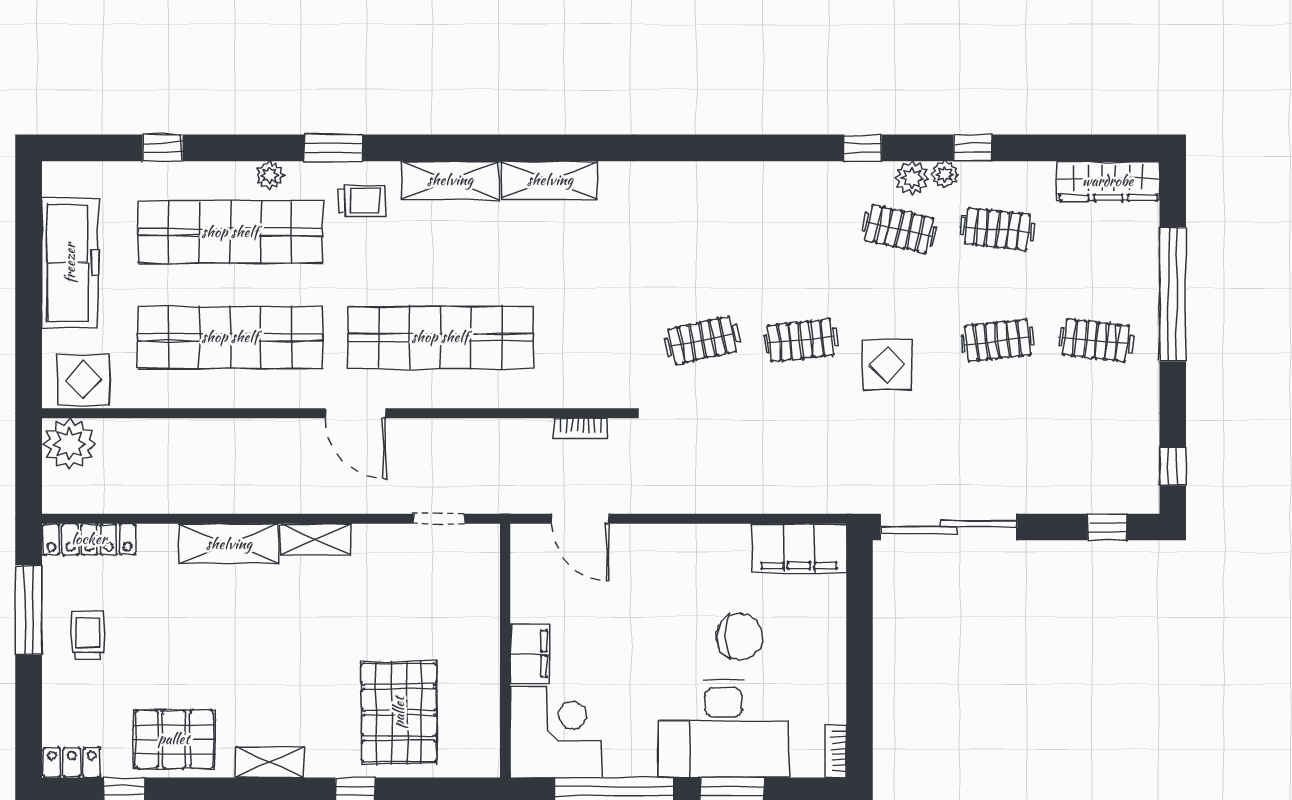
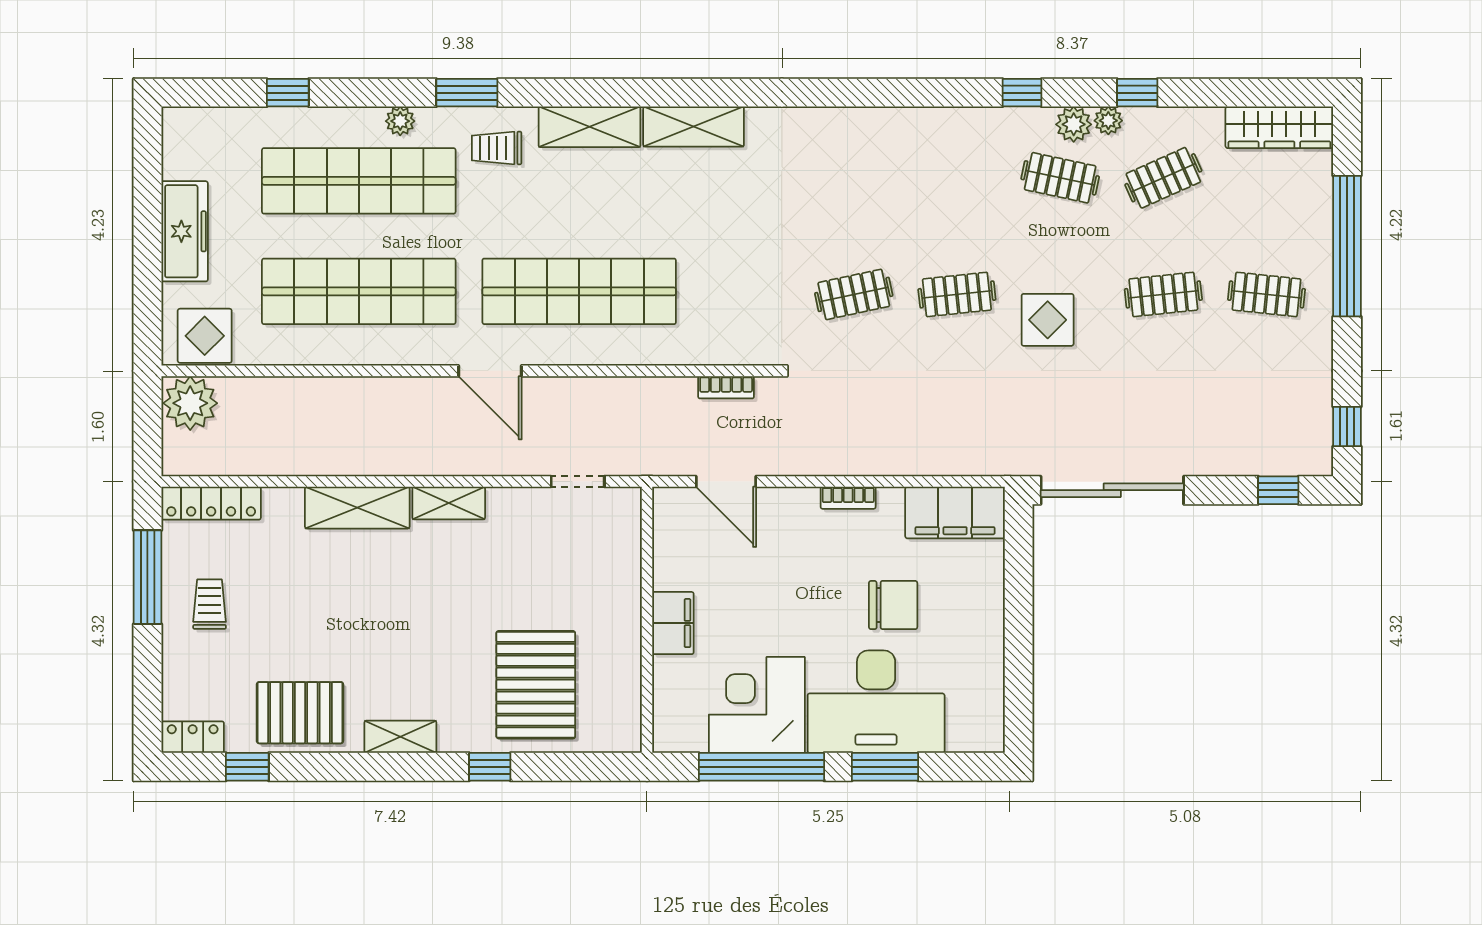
trolley: (362, 201) -> (497, 148), turned 180
clothes rail: (998, 229) -> (1163, 178), turned -30
freezer: (70, 263) -> (185, 231), width x0.73, depth x0.79
corner desk: (556, 732) -> (757, 705), moved, turned -90
bookcase: (836, 751) -> (848, 498), moved, turned -90

